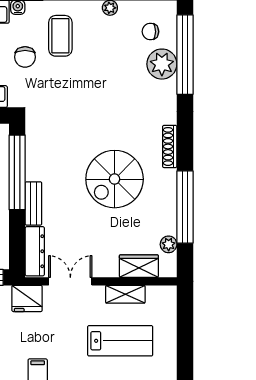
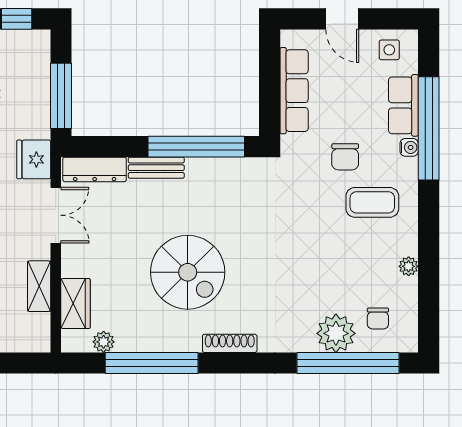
chair: (150, 32) -> (378, 318), turned 180
chair: (25, 57) -> (345, 157), turned -90
spiral stairs: (115, 179) -> (188, 272), turned 180

